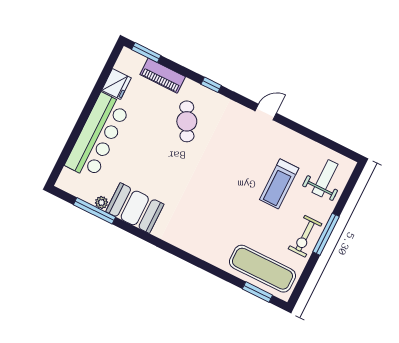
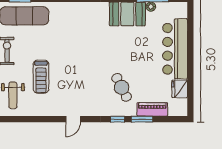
window: (146, 52) -> (142, 119), moved
treadmill: (279, 184) -> (41, 77), turned 180

